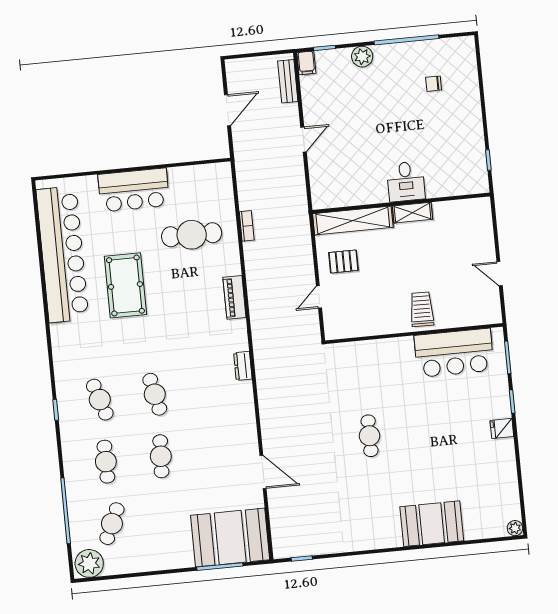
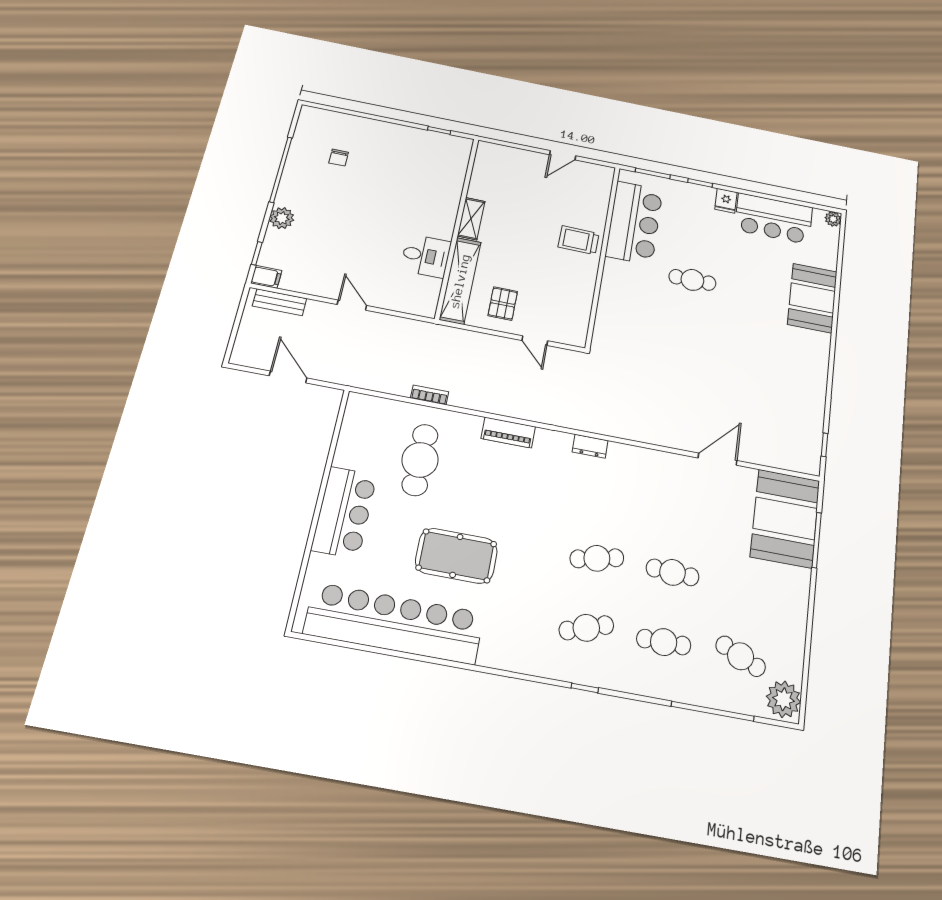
desk: (406, 181) -> (426, 256), moved
cafe table: (369, 436) -> (692, 280), moved
bar counter: (498, 475) -> (774, 219), added

